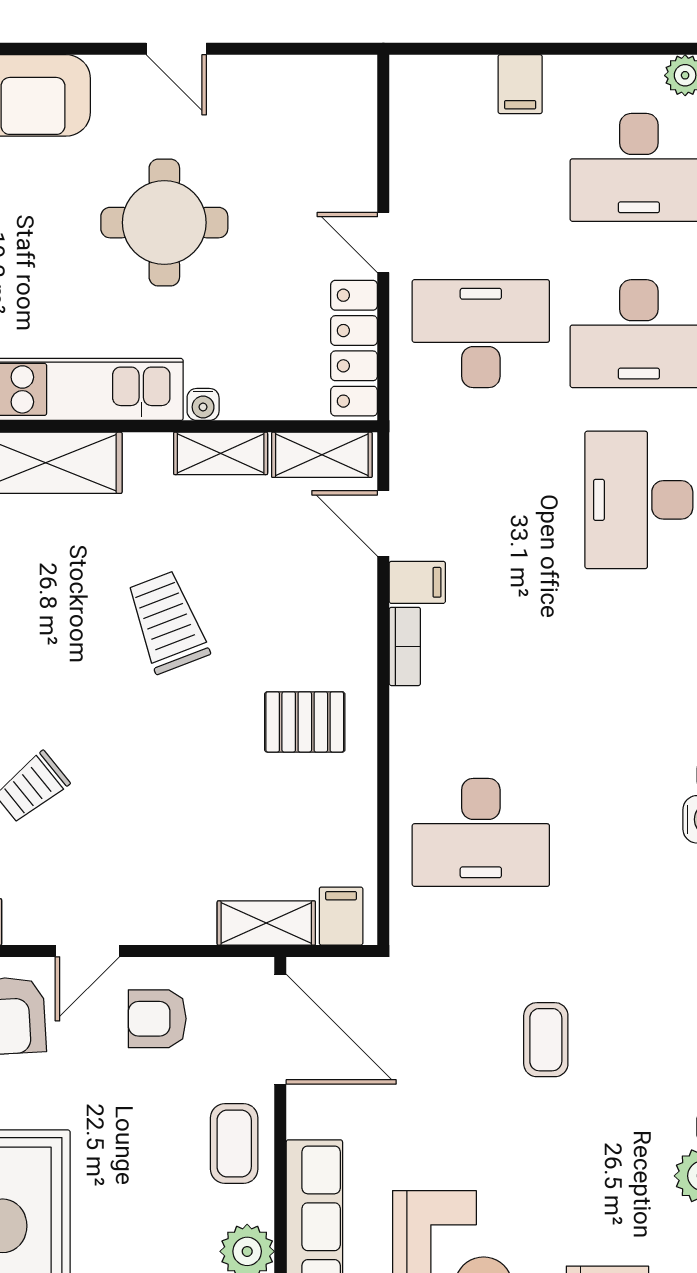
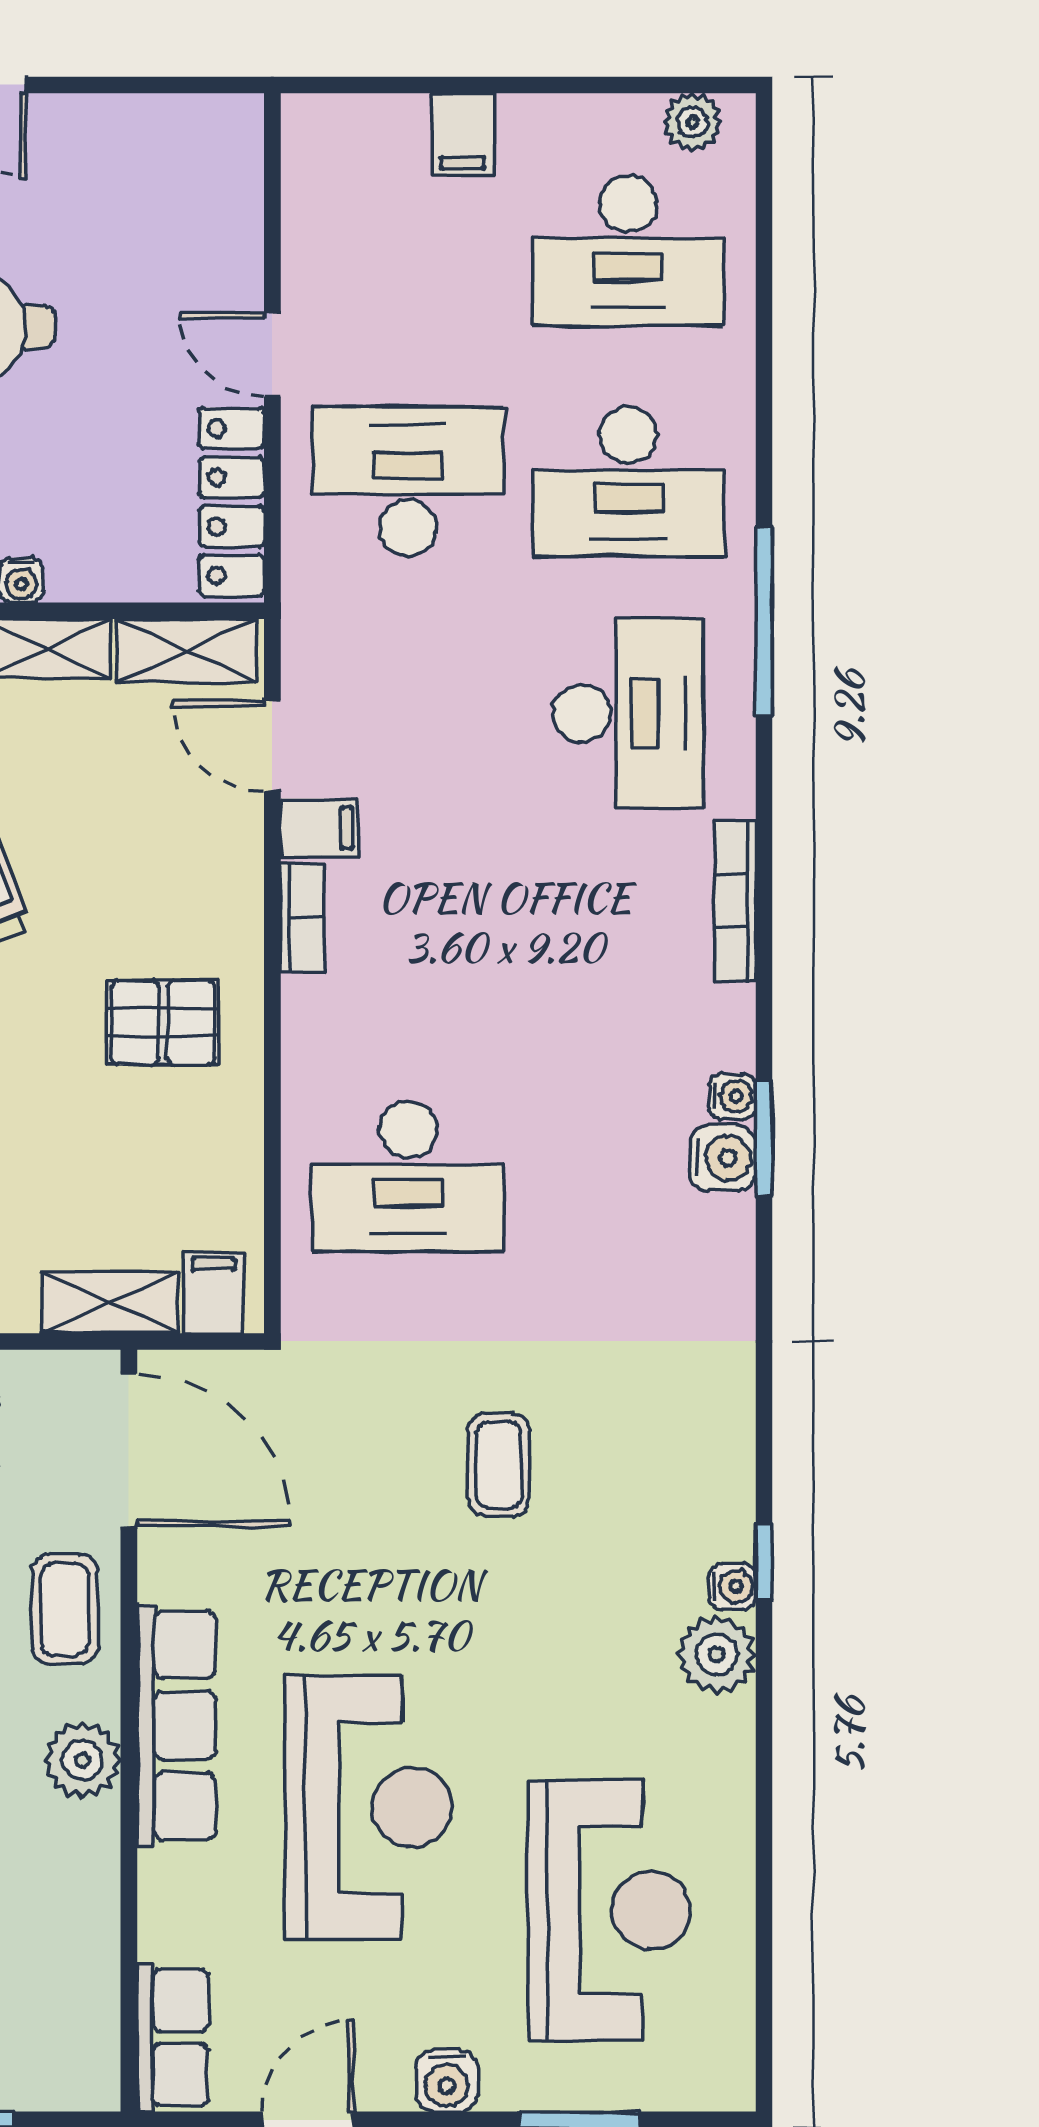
desk: (639, 500) -> (628, 713), turned 180

